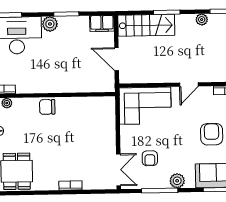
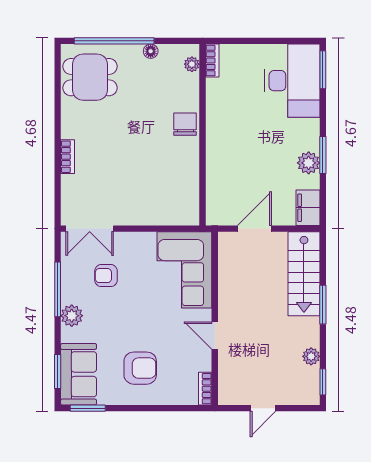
plant: (50, 24) -> (309, 163), moved

